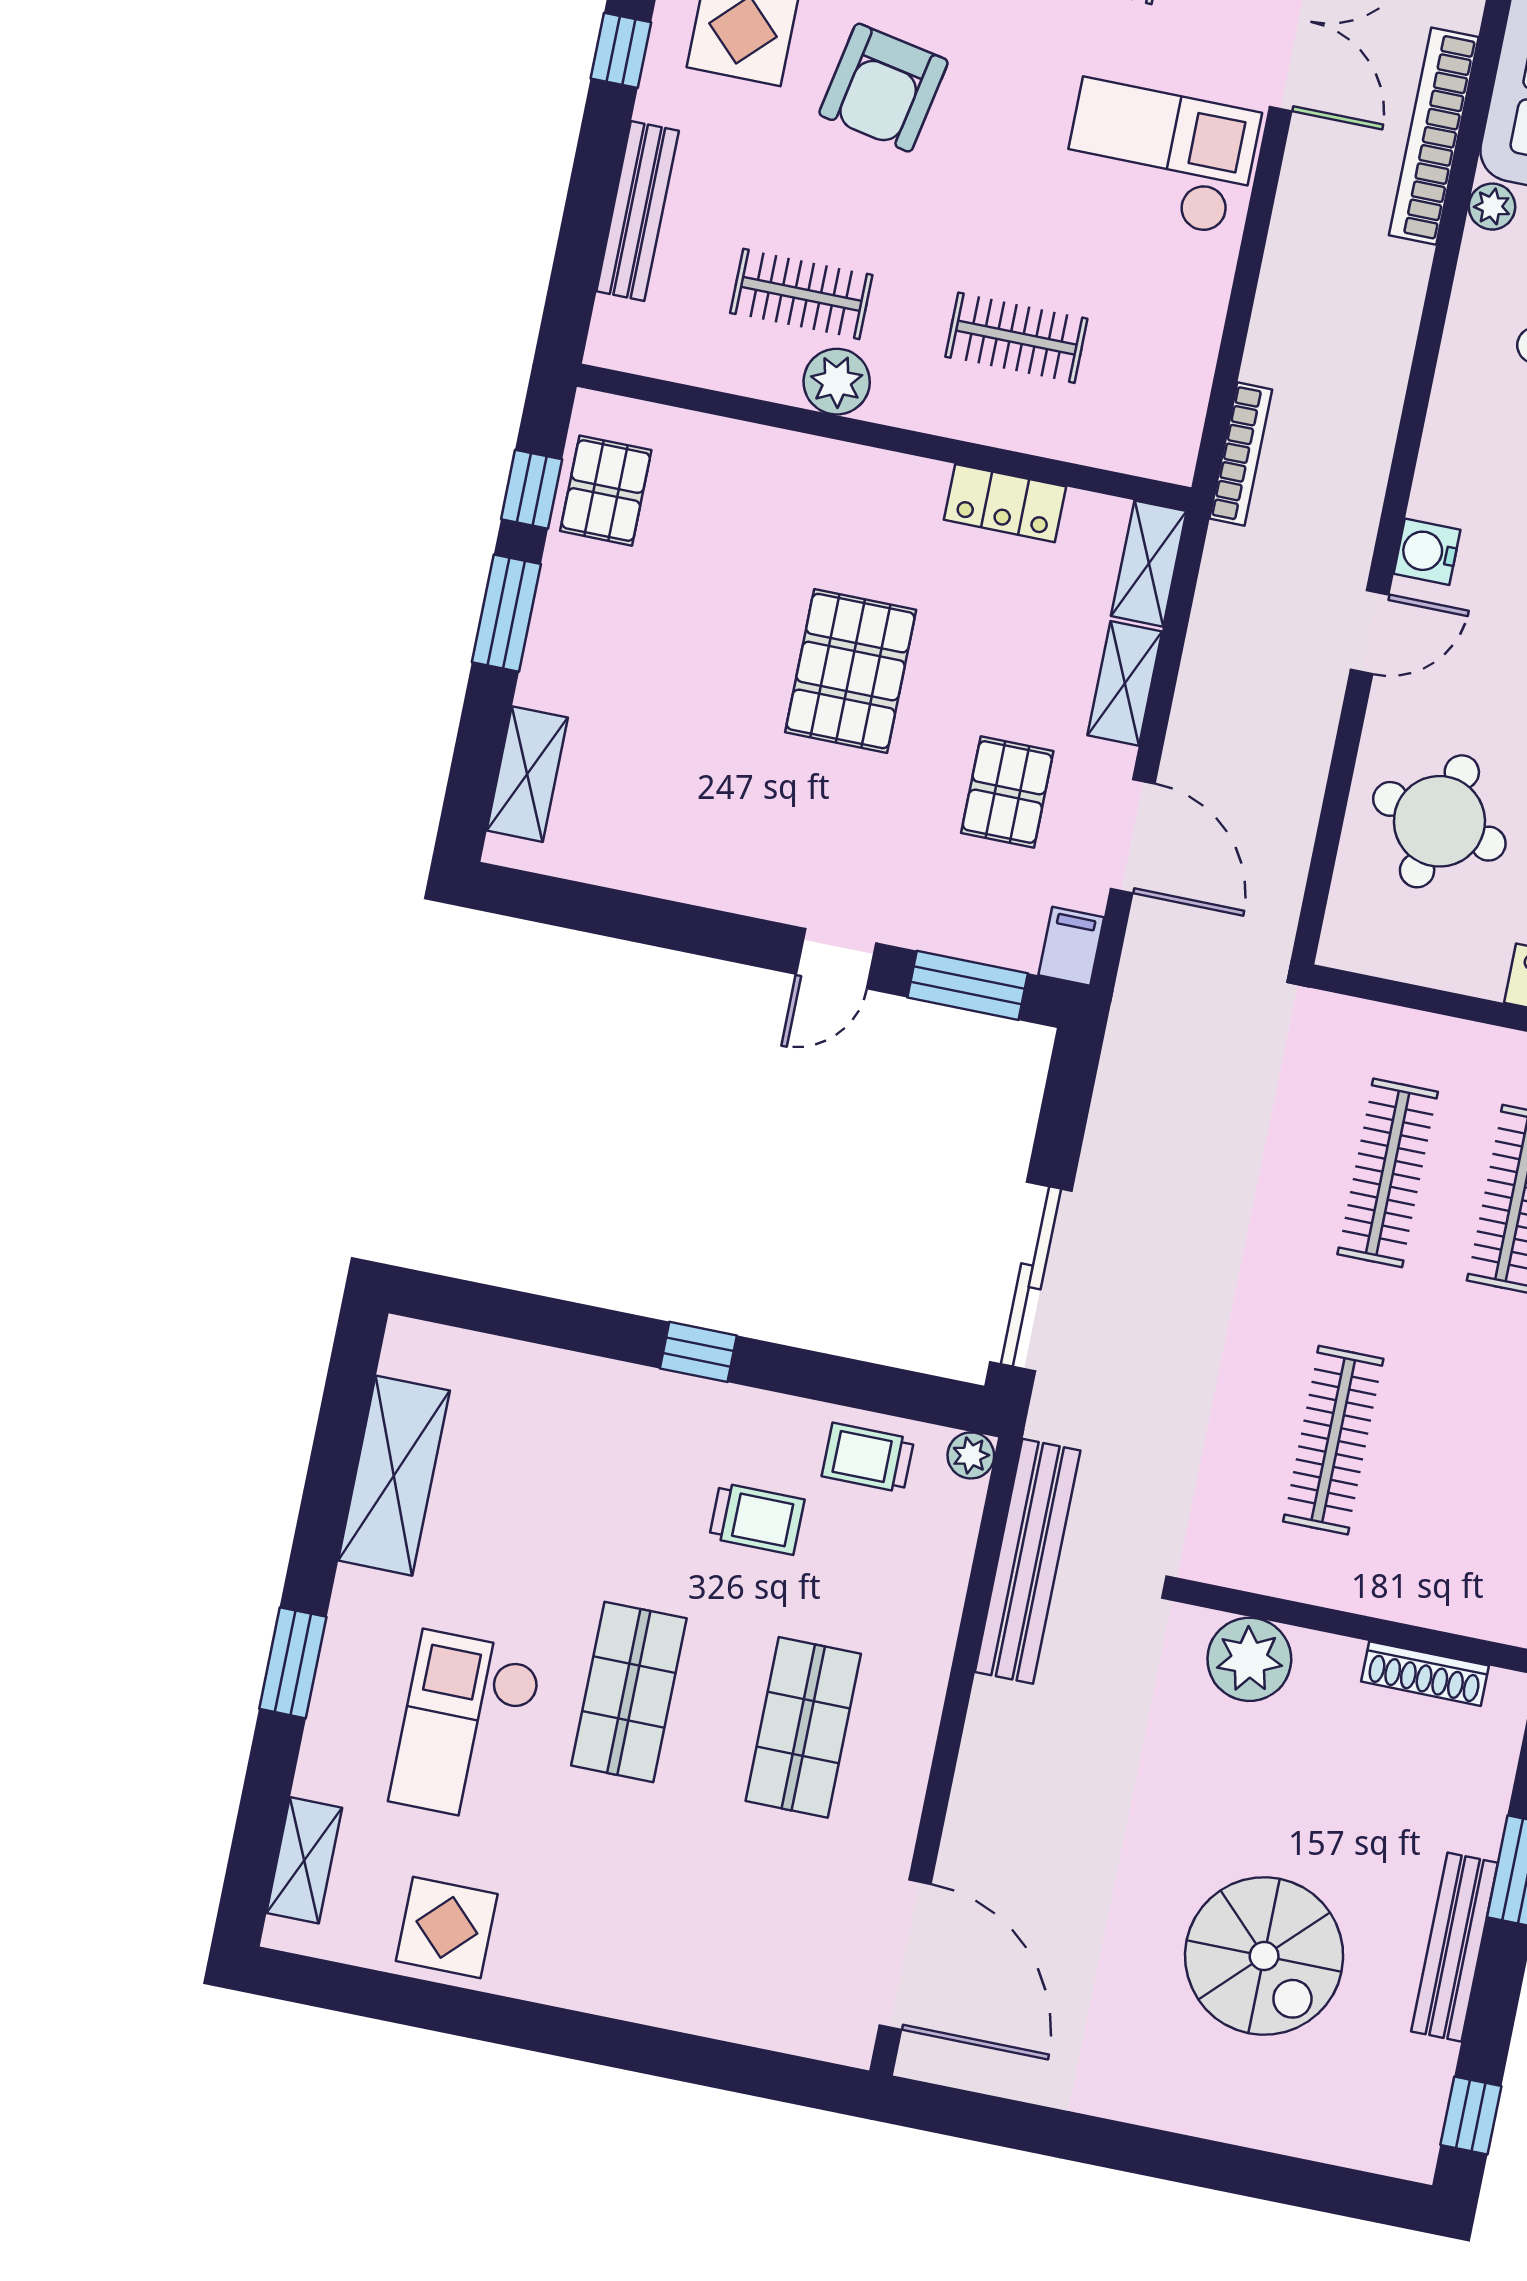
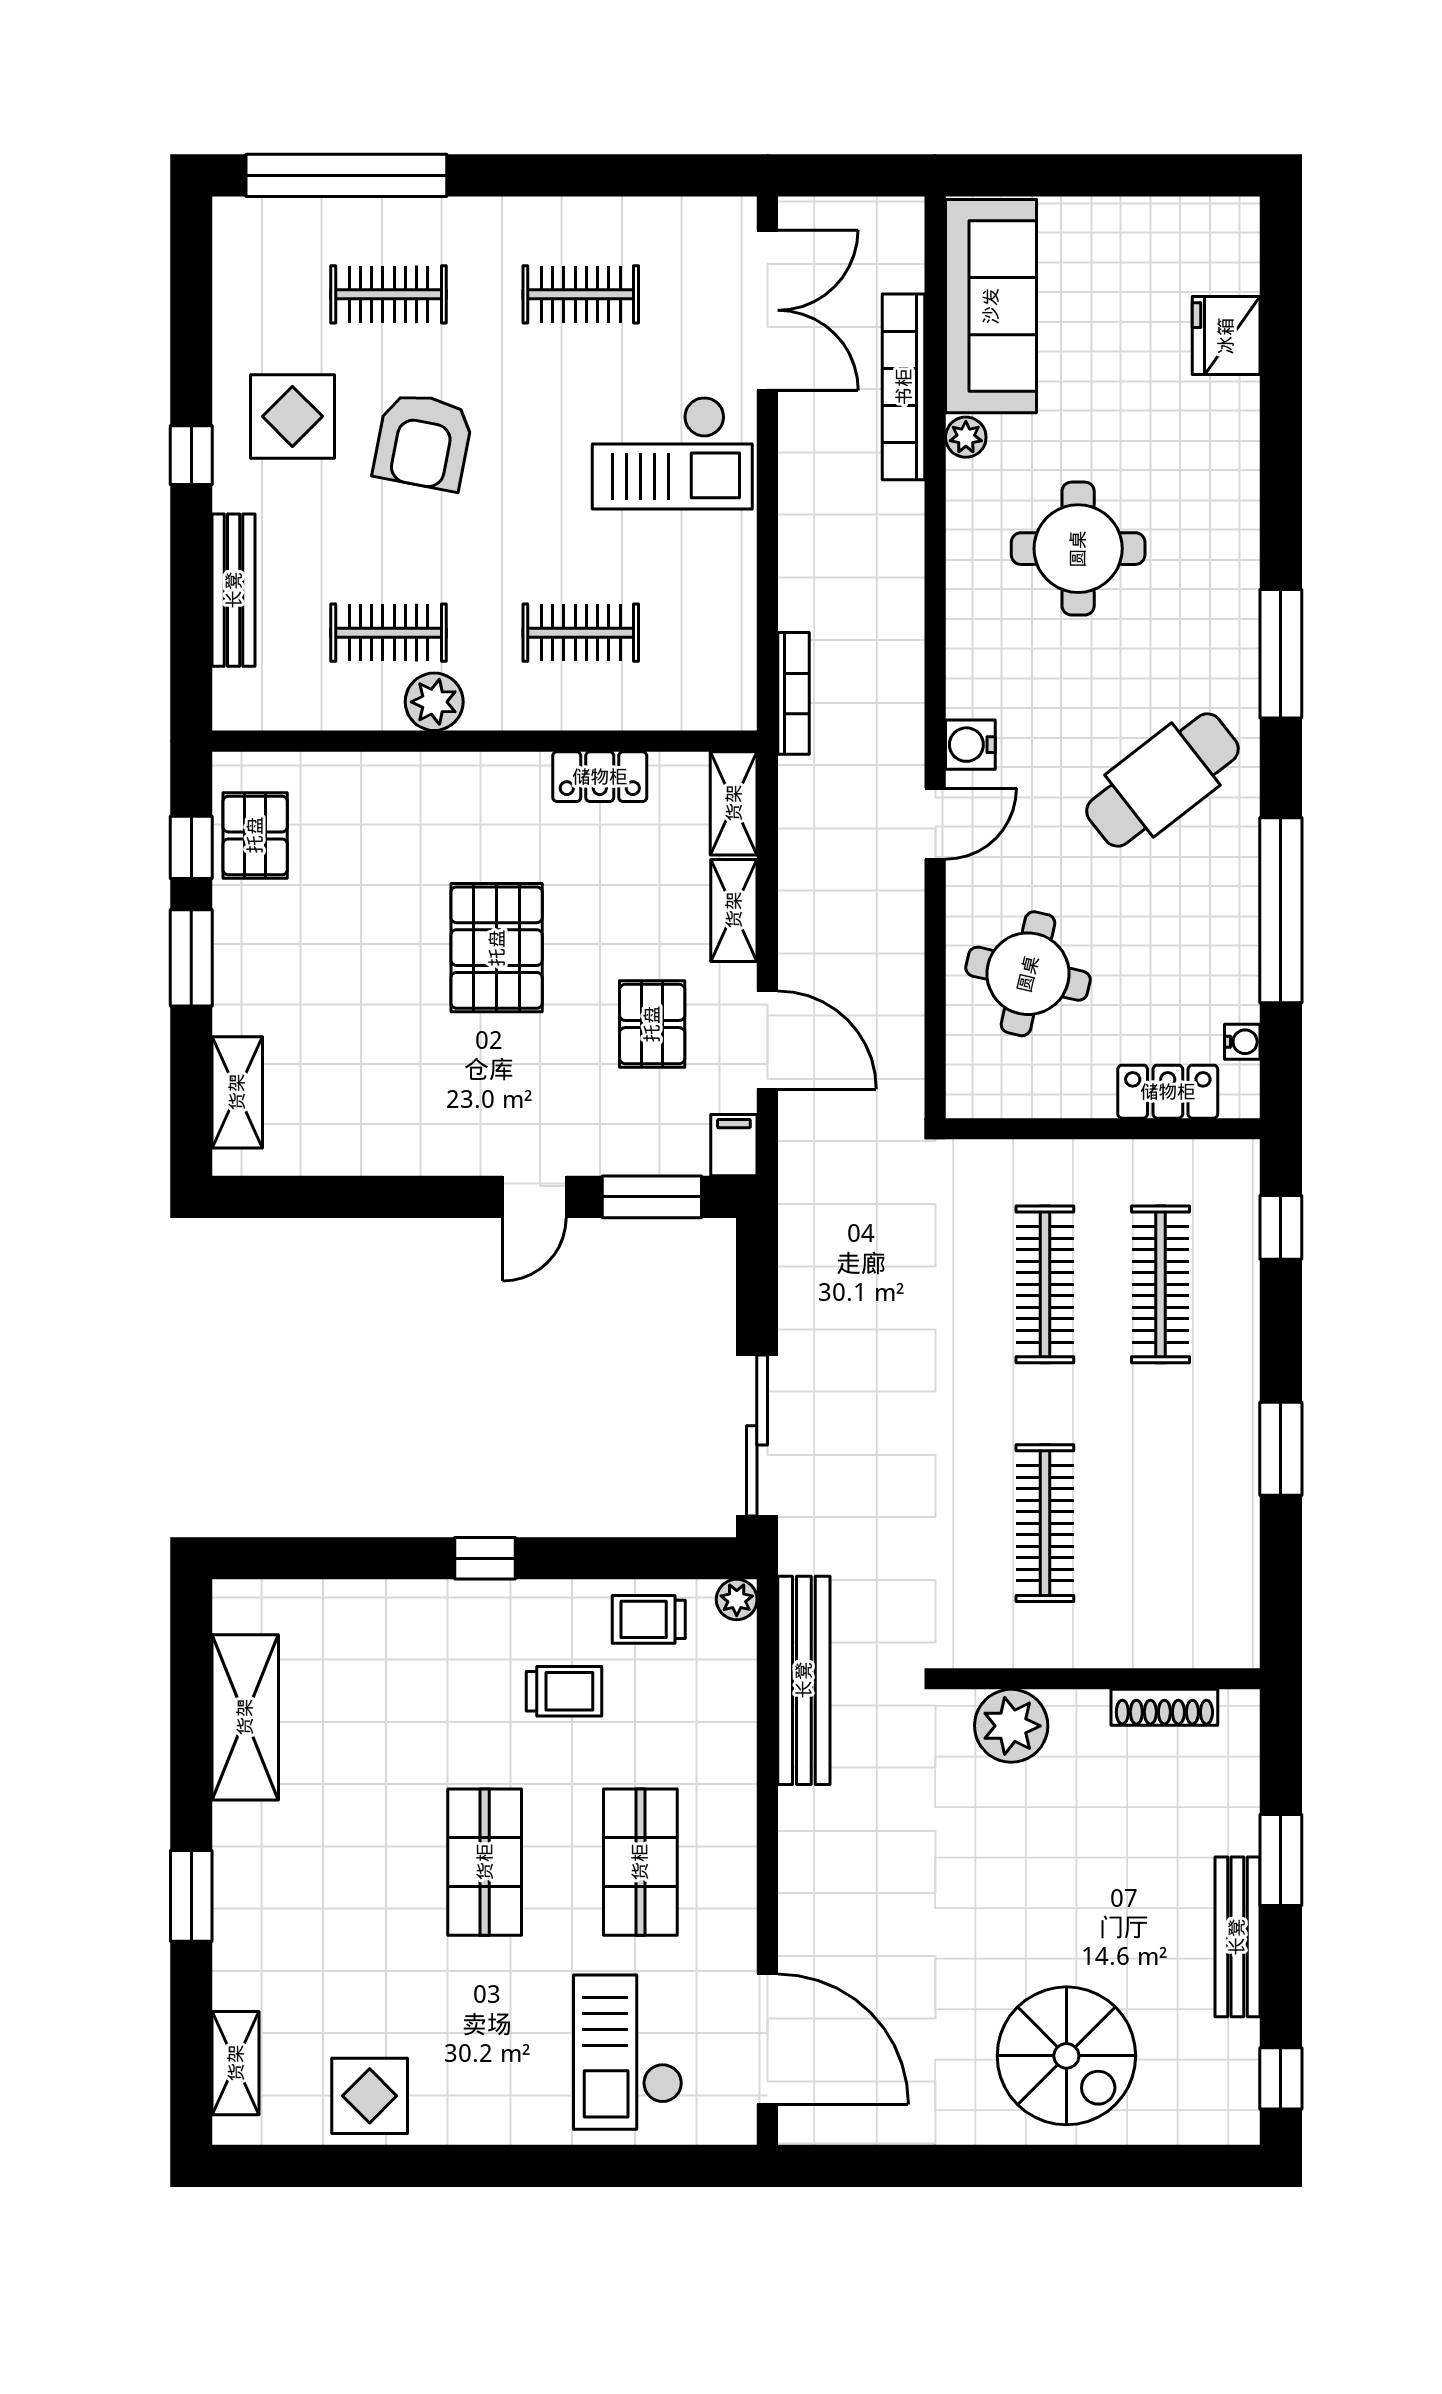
checkout: (1160, 157) -> (672, 453), turned 180
checkout: (466, 1727) -> (628, 2052), moved
spiral stairs: (1264, 1956) -> (1066, 2056), moved

